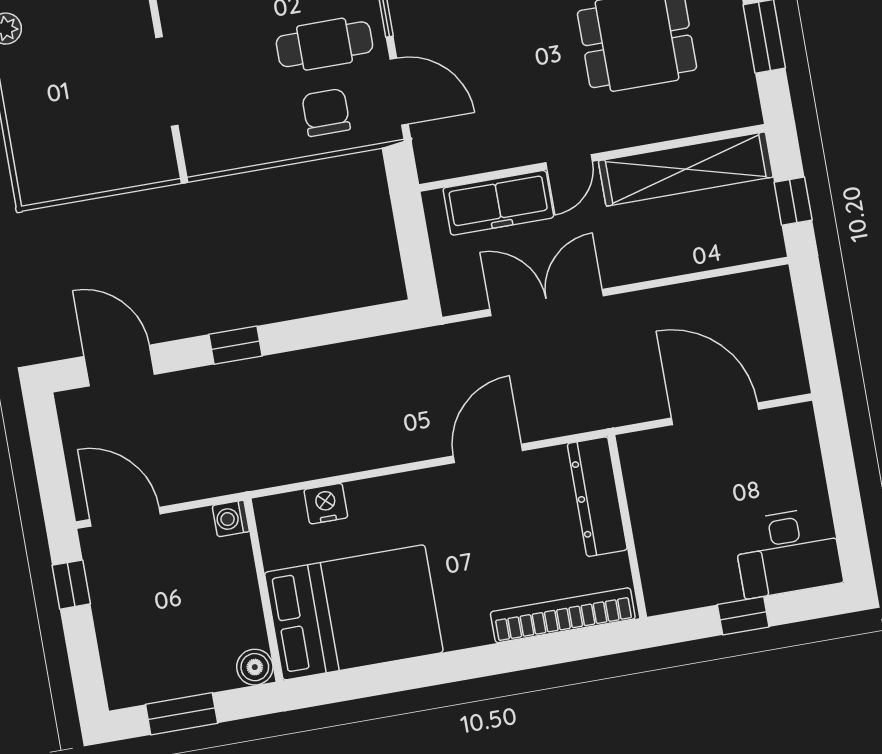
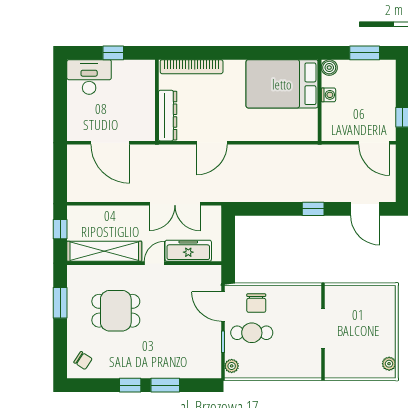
nightstand: (326, 504) -> (286, 133), removed
washing machine: (231, 519) -> (328, 95), moved

